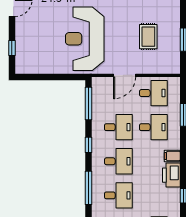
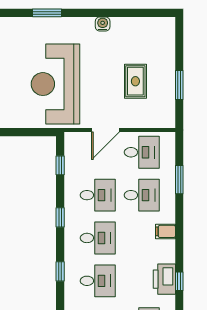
window: (88, 103) -> (60, 165), width x0.46
printer: (171, 175) -> (164, 279), moved
window: (88, 188) -> (60, 271), width x0.46

